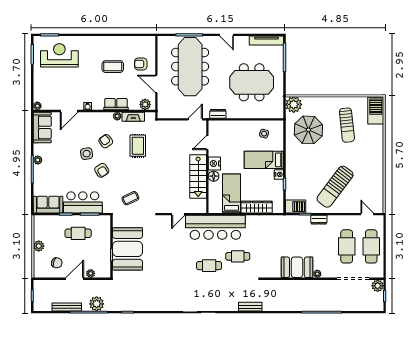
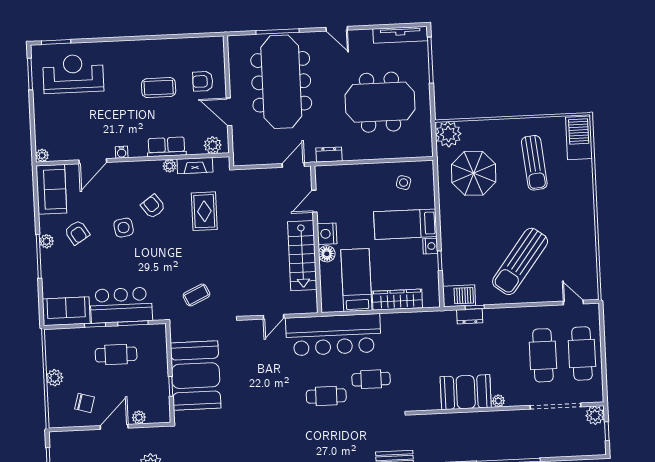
armchair: (102, 170) -> (77, 233), moved
dresser: (319, 220) -> (470, 316), moved

